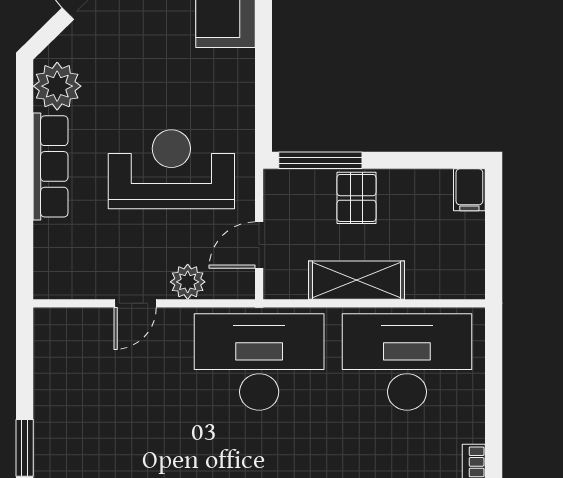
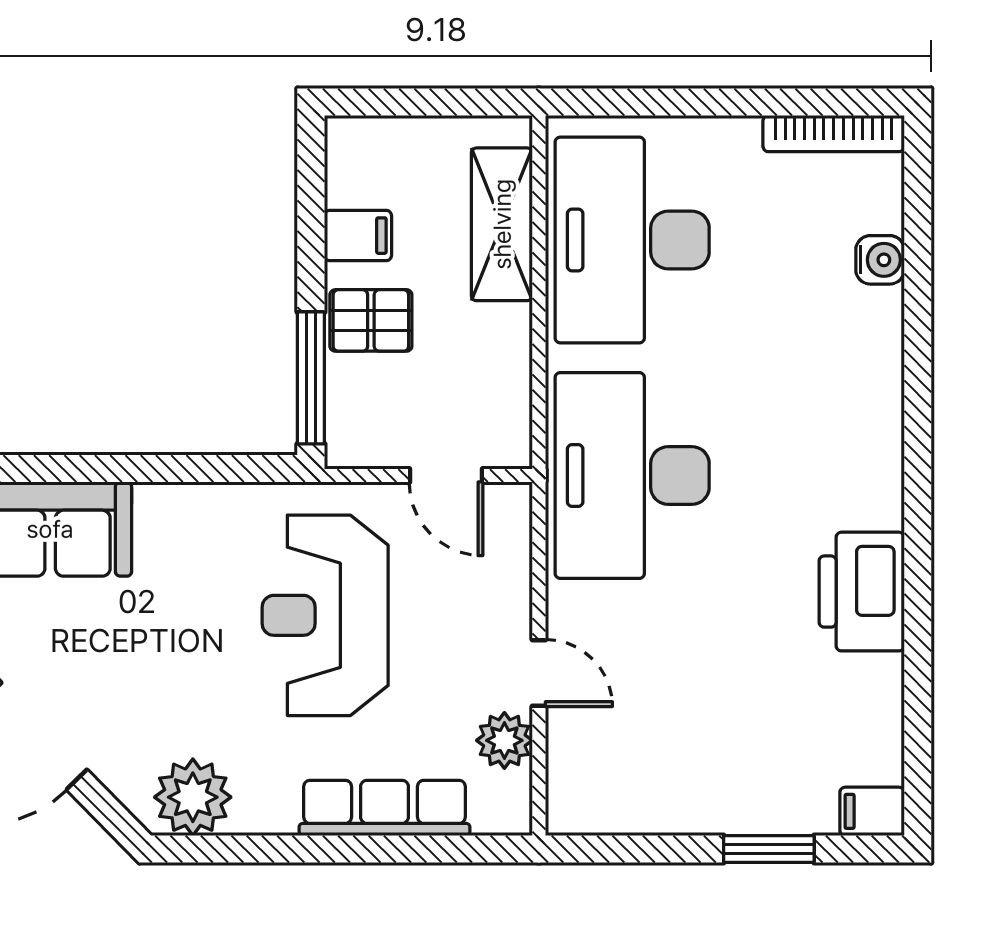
row of seats: (50, 166) -> (385, 808), moved
filing cabinet: (469, 190) -> (358, 236), moved
shelving: (356, 280) -> (502, 224), moved
plant: (188, 282) -> (504, 740), moved

